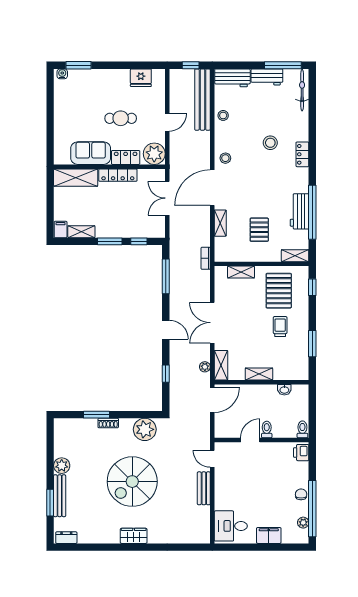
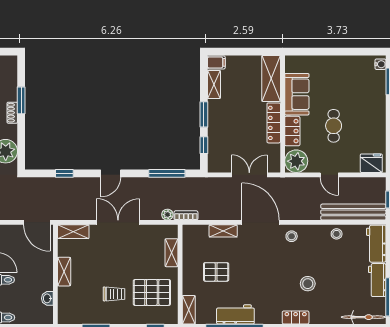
fridge: (141, 78) -> (371, 163), moved, turned 90
plant: (205, 367) -> (167, 215), moved

